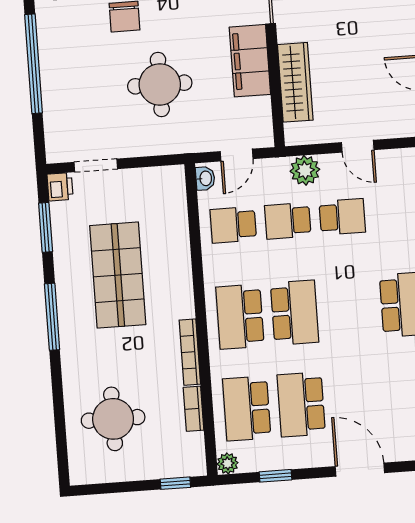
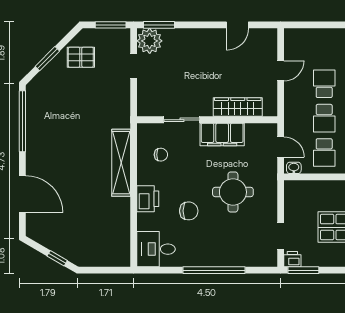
plant: (305, 170) -> (293, 105), removed
window: (46, 227) -> (303, 270), moved

